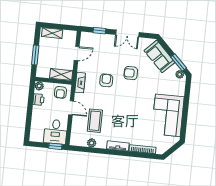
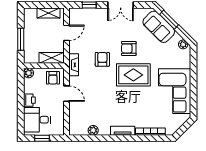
shelving: (52, 33) -> (48, 13), moved
window: (179, 63) -> (169, 20), moved
rug: (132, 97) -> (133, 75), added
printer: (39, 100) -> (29, 100), moved
coffee table: (95, 121) -> (94, 105), removed
desk: (56, 132) -> (37, 120), moved, turned 90
window: (55, 146) -> (42, 138), moved

